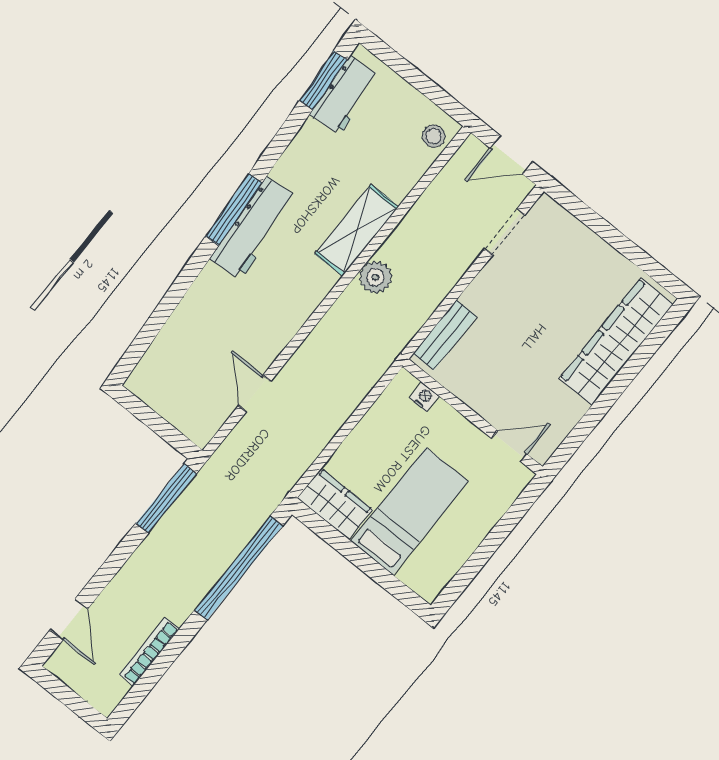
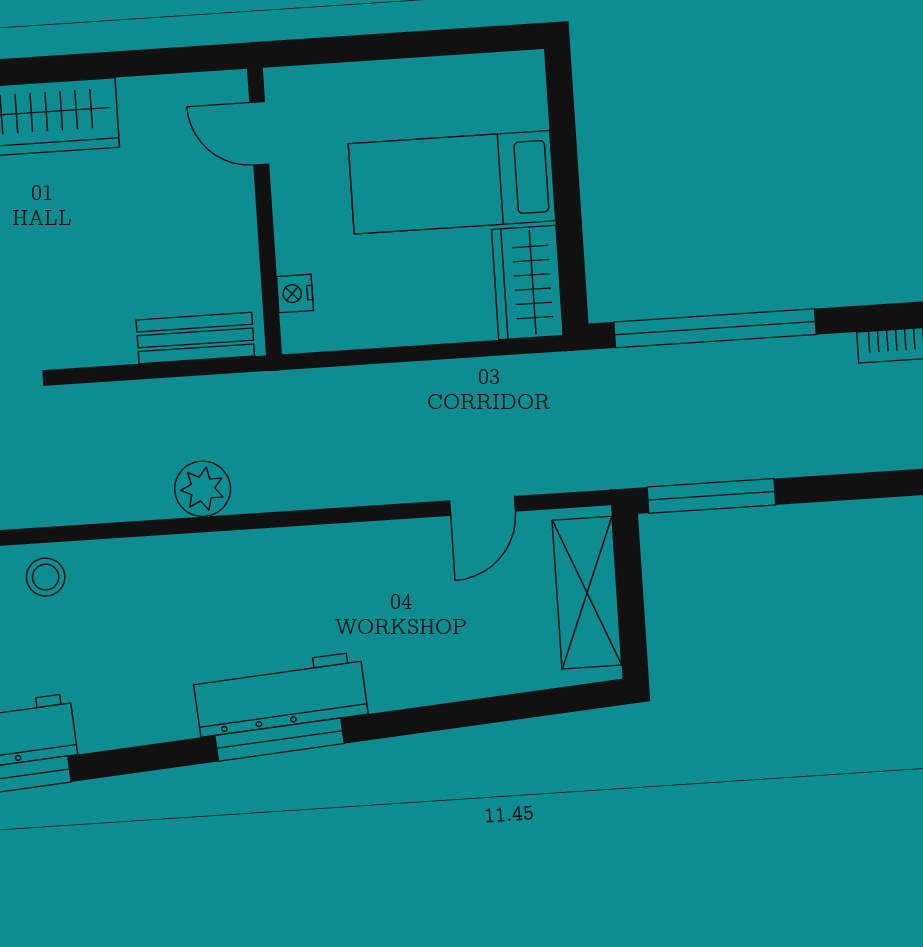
stool: (400, 172) -> (46, 577), added
shelving: (357, 230) -> (587, 593), moved, turned 90

